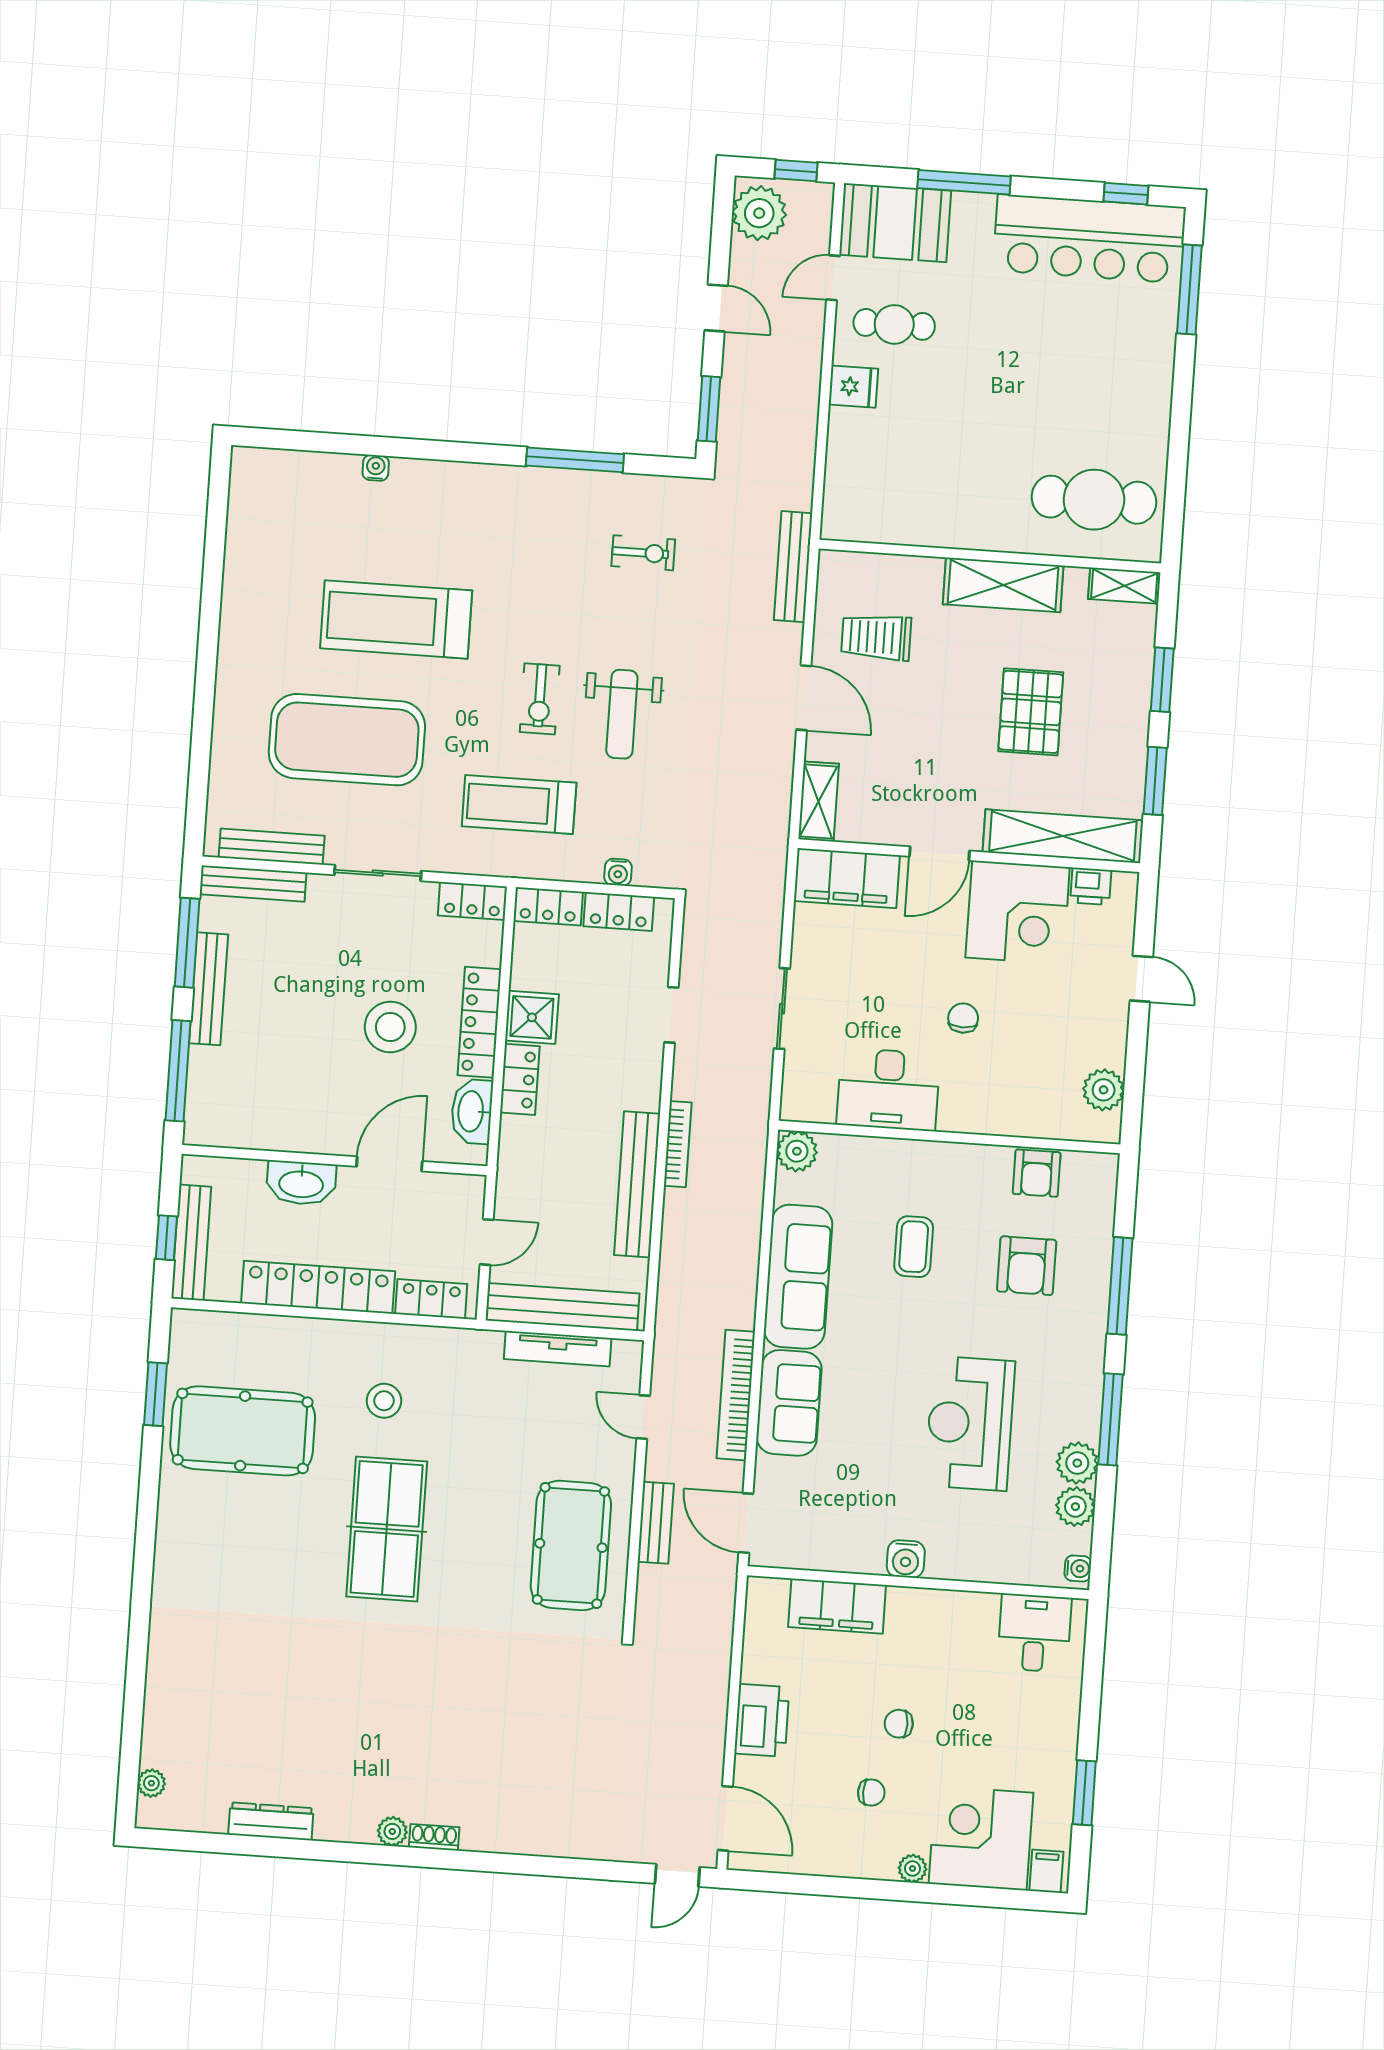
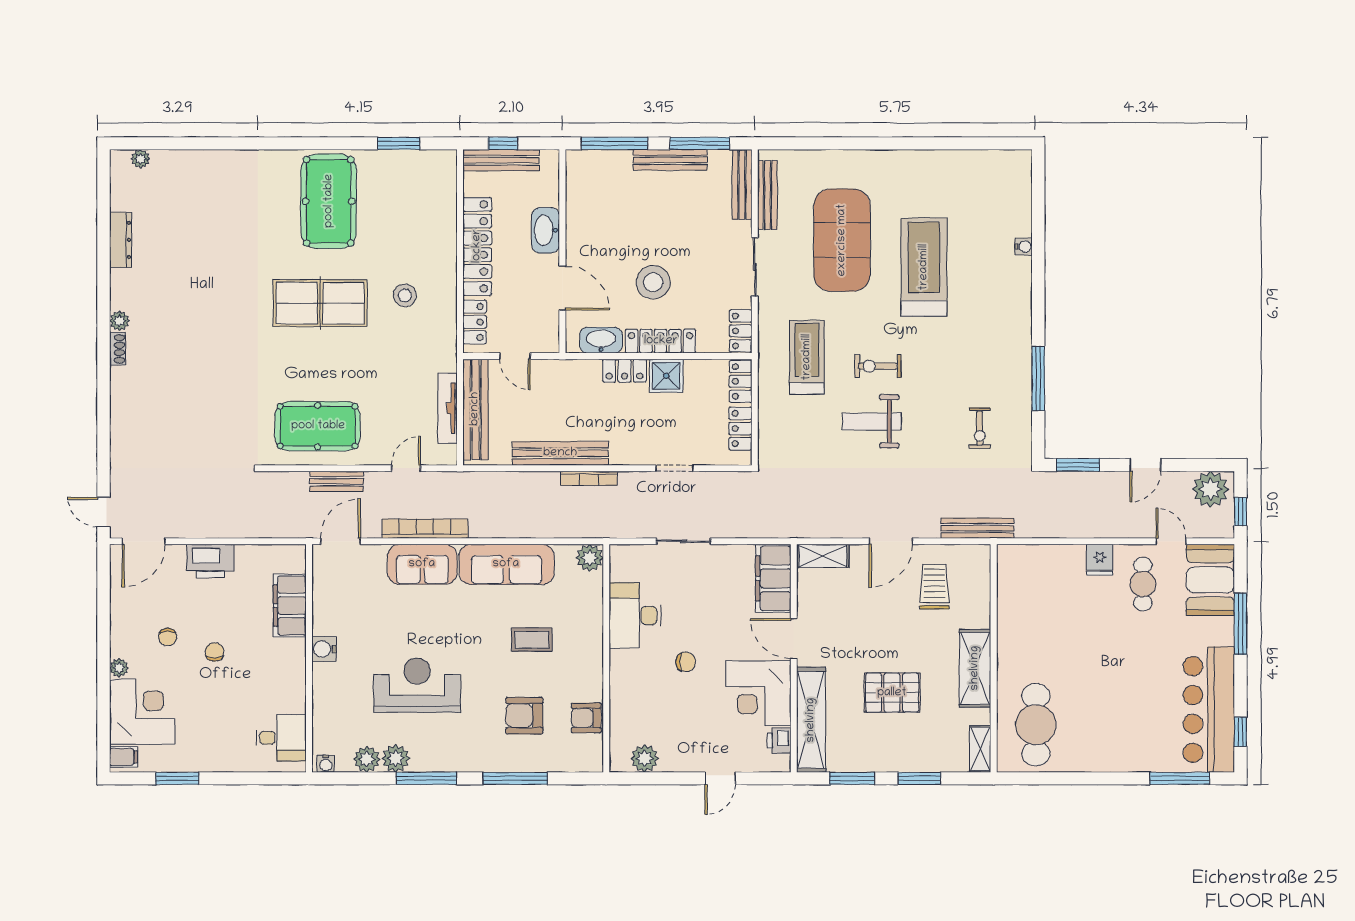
water cooler: (618, 872) -> (767, 426), removed
pool table: (243, 1431) -> (329, 201), moved

